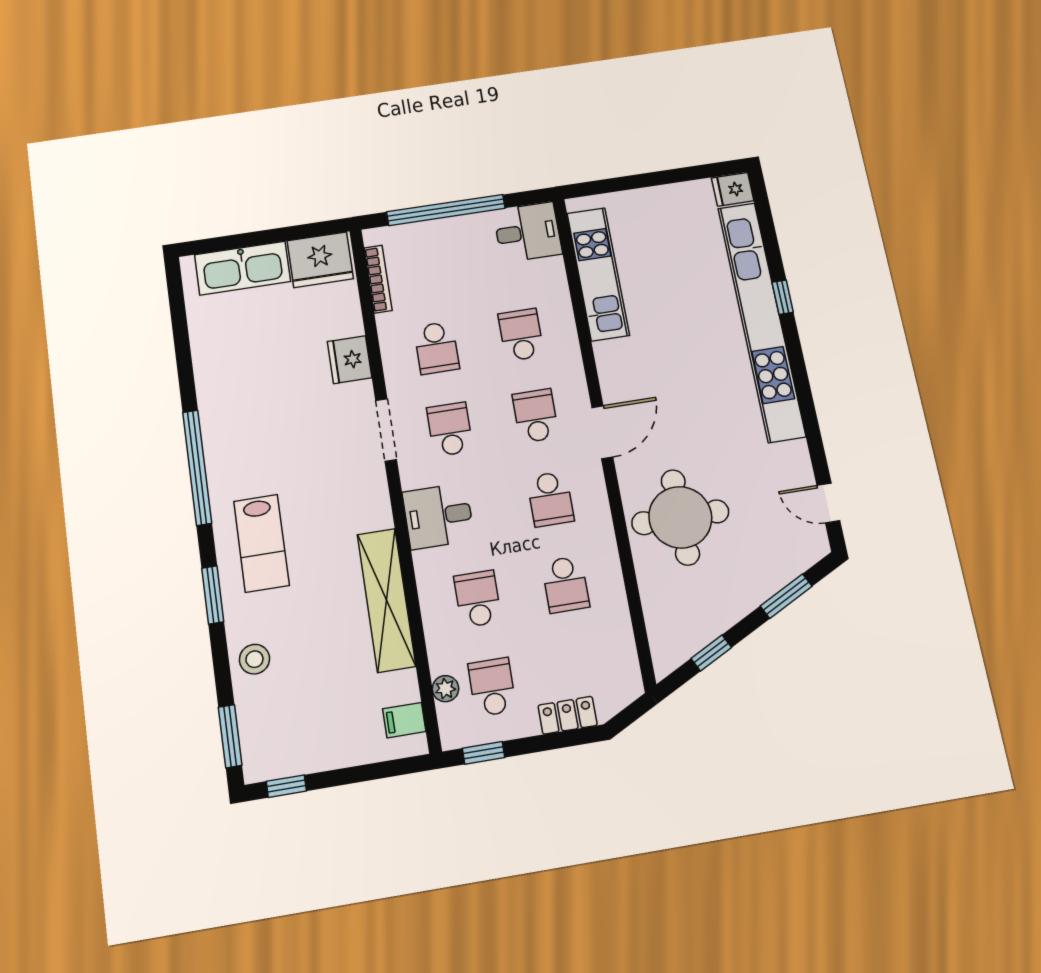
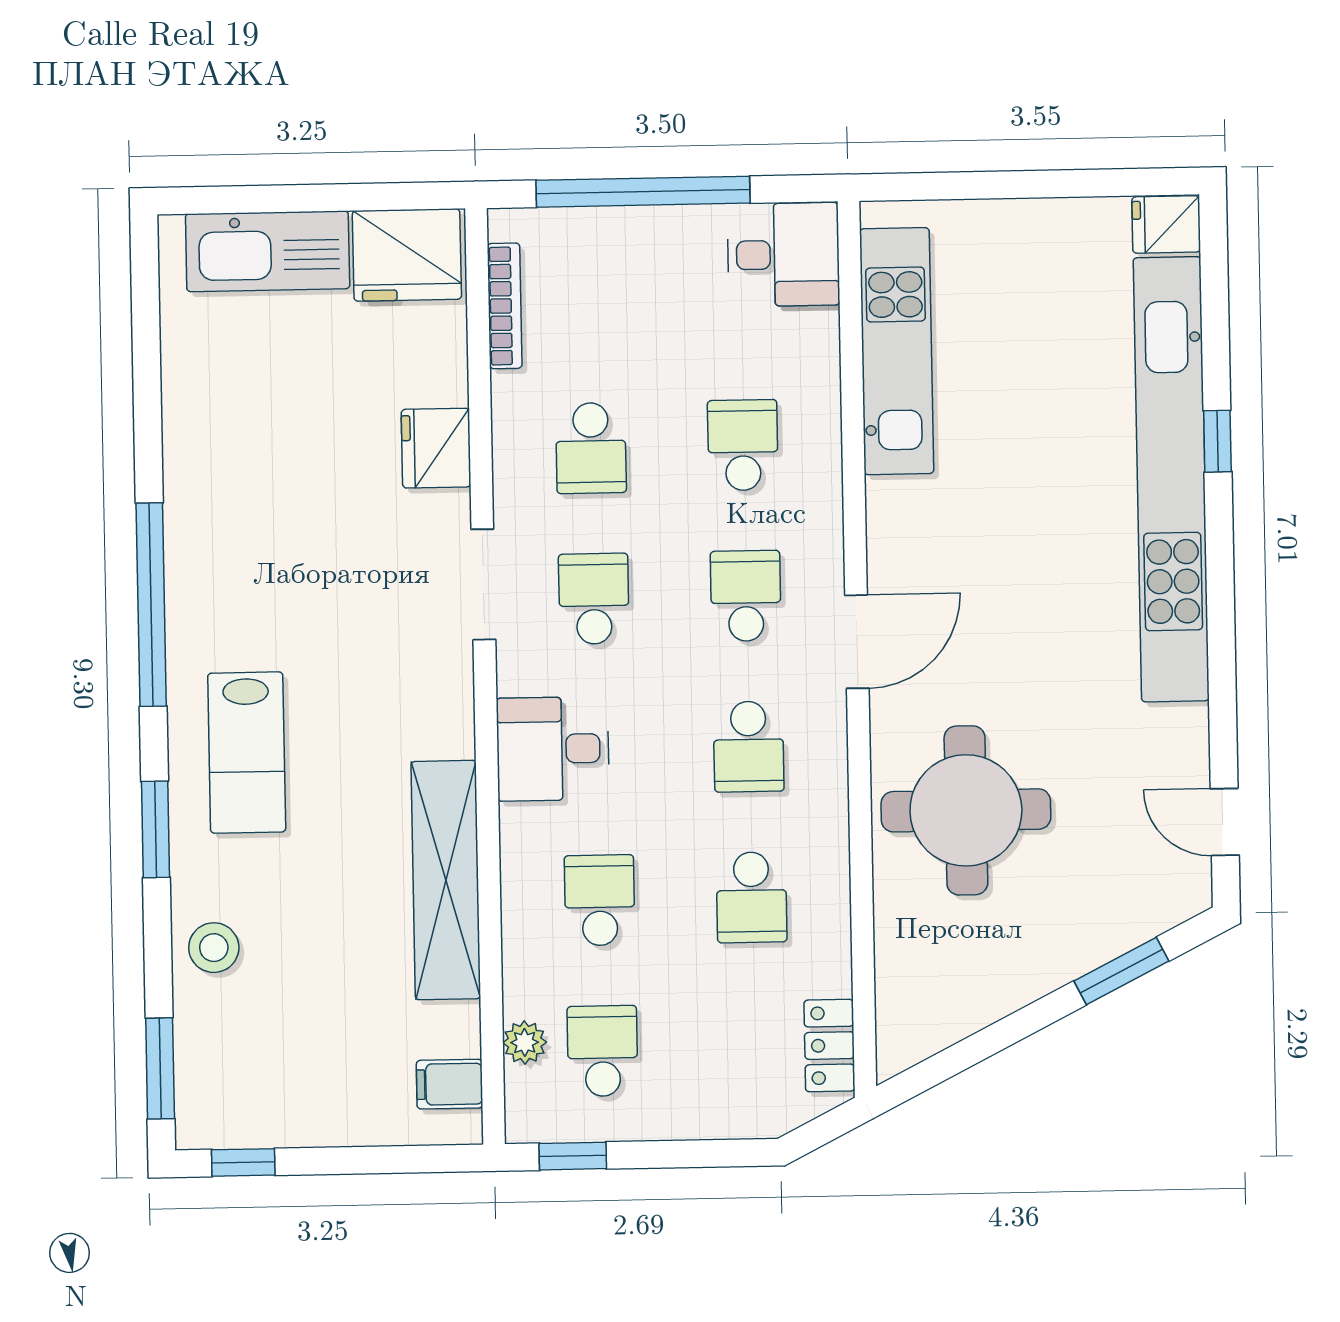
window: (711, 653) -> (977, 1048), removed
locker: (568, 715) -> (829, 1046), moved, turned -90

